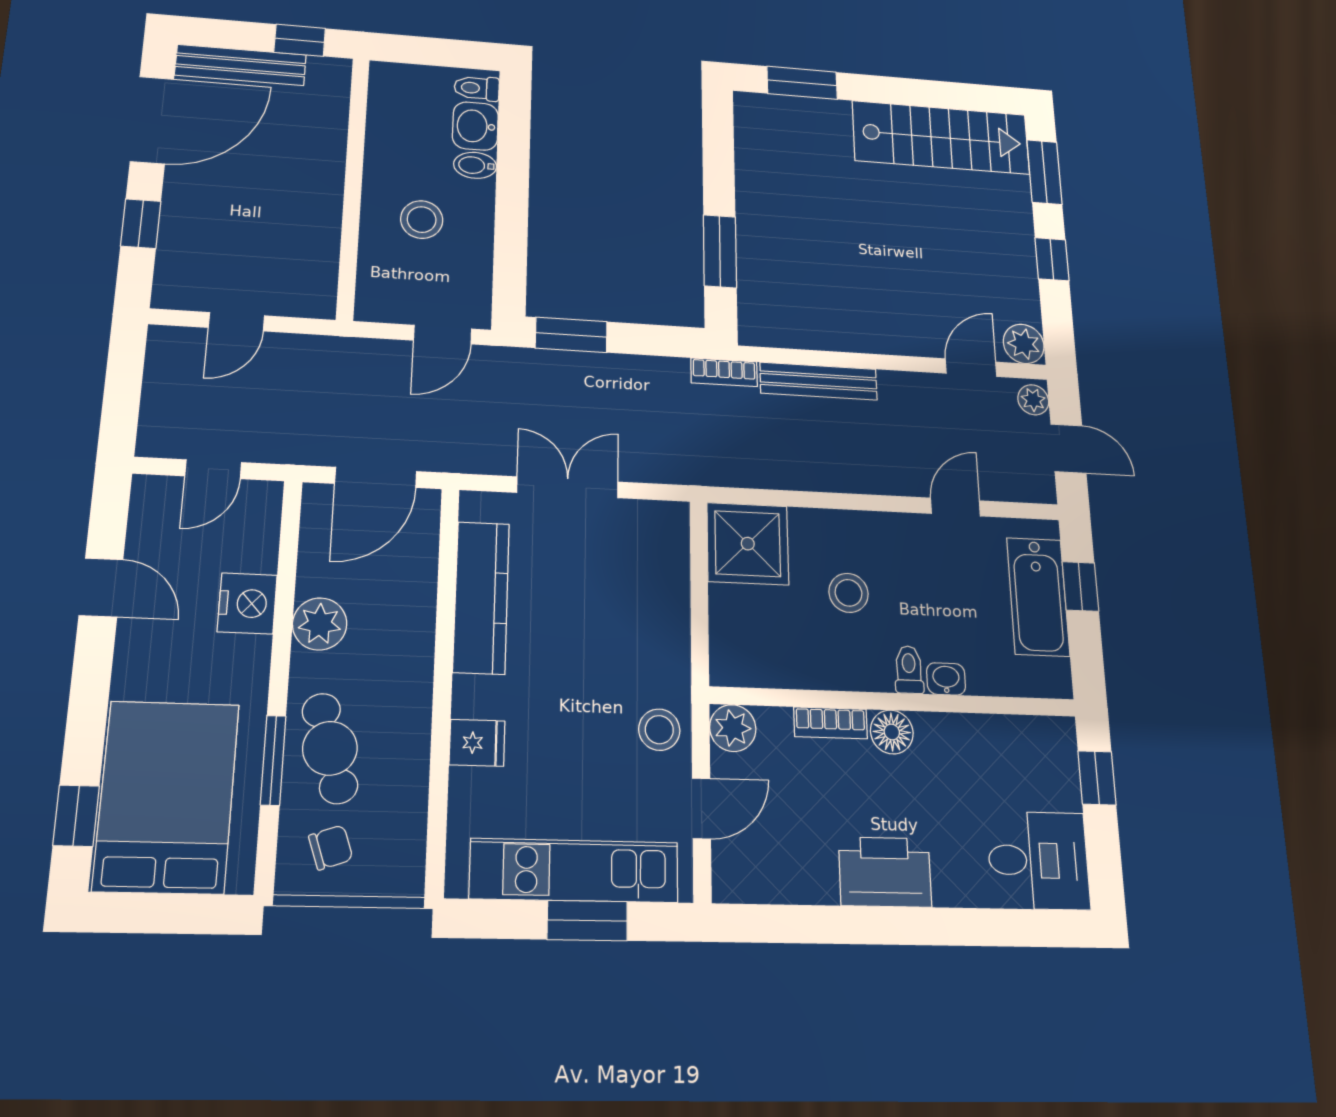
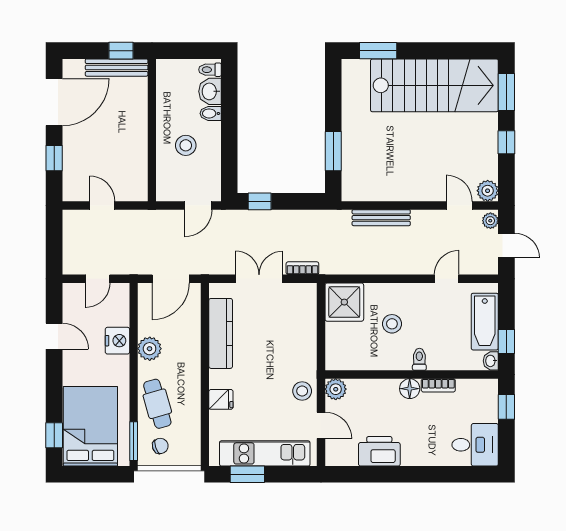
bench: (241, 65) -> (117, 68), moved
stairs: (941, 138) -> (434, 85), width x1.36, depth x1.51
door: (236, 322) -> (102, 205), swing flipped
window: (571, 335) -> (260, 201), width x0.67
door: (971, 368) -> (459, 205), hinge flipped
bookcase: (724, 372) -> (302, 268), moved, turned 180
window: (1080, 586) -> (506, 341), moved
washbasin: (946, 679) -> (491, 361), moved, turned -90
bookcase: (831, 723) -> (438, 385), moved
window: (273, 760) -> (134, 441), moved
door: (702, 808) -> (321, 425), hinge flipped
printer: (885, 872) -> (379, 451), moved
window: (587, 921) -> (247, 474), moved

